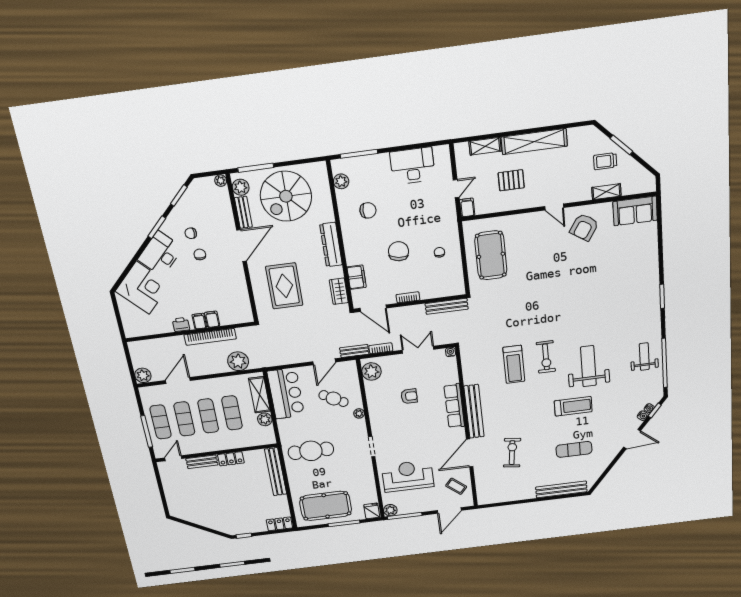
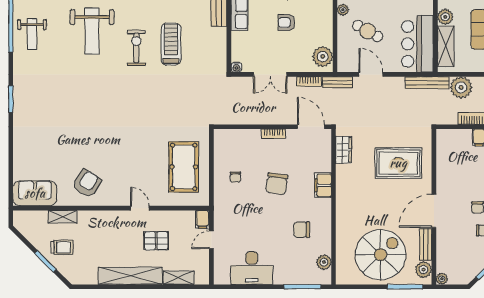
door: (554, 207) -> (140, 208), moved
dresser: (331, 245) -> (344, 200), removed
filing cabinet: (357, 277) -> (323, 185), moved
rug: (284, 286) -> (398, 163), turned 90
bench: (447, 306) -> (427, 83), moved
door: (324, 362) -> (371, 74), hinge flipped

